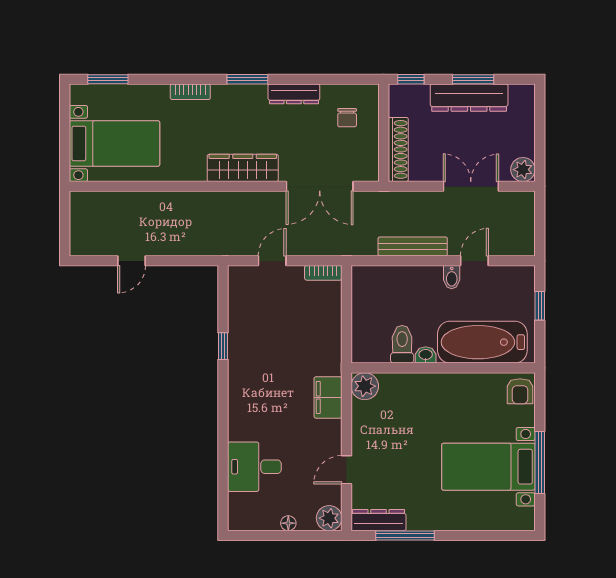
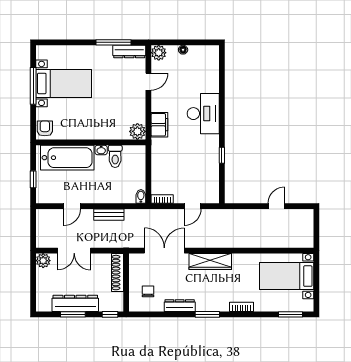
bench: (413, 246) -> (109, 215), width x0.73
bidet: (452, 277) -> (141, 196), moved
desk: (254, 467) -> (203, 114), moved, width x1.37

